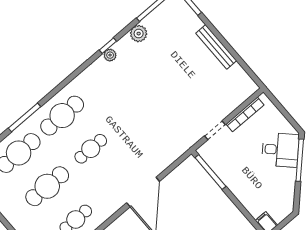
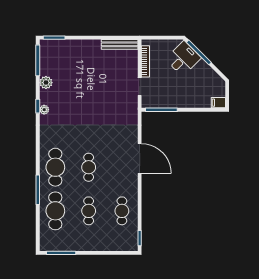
bench: (216, 47) -> (120, 44), moved
cafe table: (47, 186) -> (89, 211), width x0.73, depth x0.74

